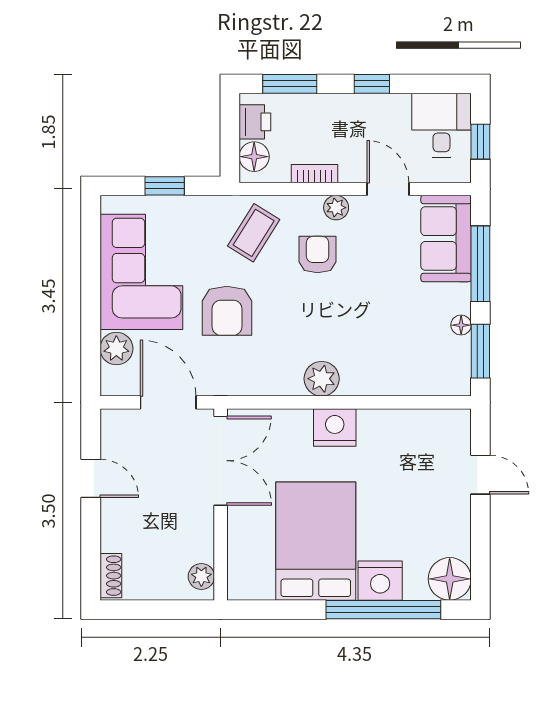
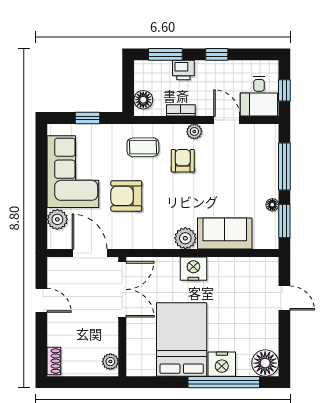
printer: (255, 122) -> (183, 70), moved, turned 90
desk: (441, 125) -> (259, 96), moved, turned 180
coffee table: (254, 233) -> (143, 147), turned 57
sofa: (446, 239) -> (225, 233), moved, turned 90
armchair: (227, 311) -> (126, 196), turned 90

